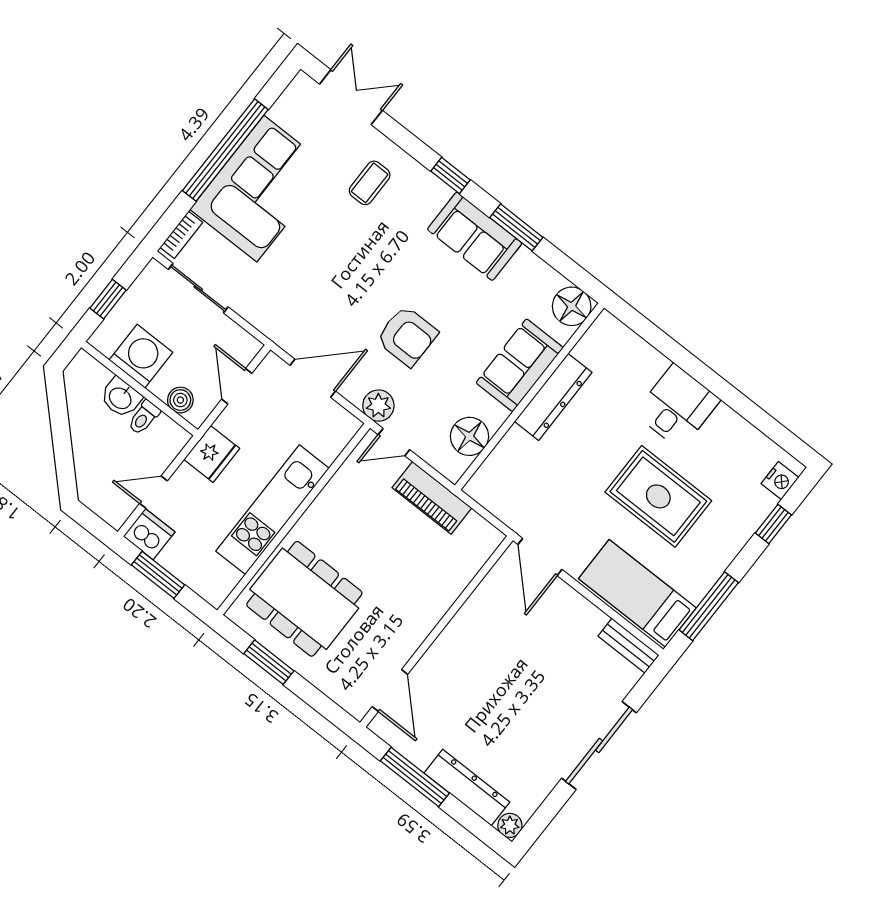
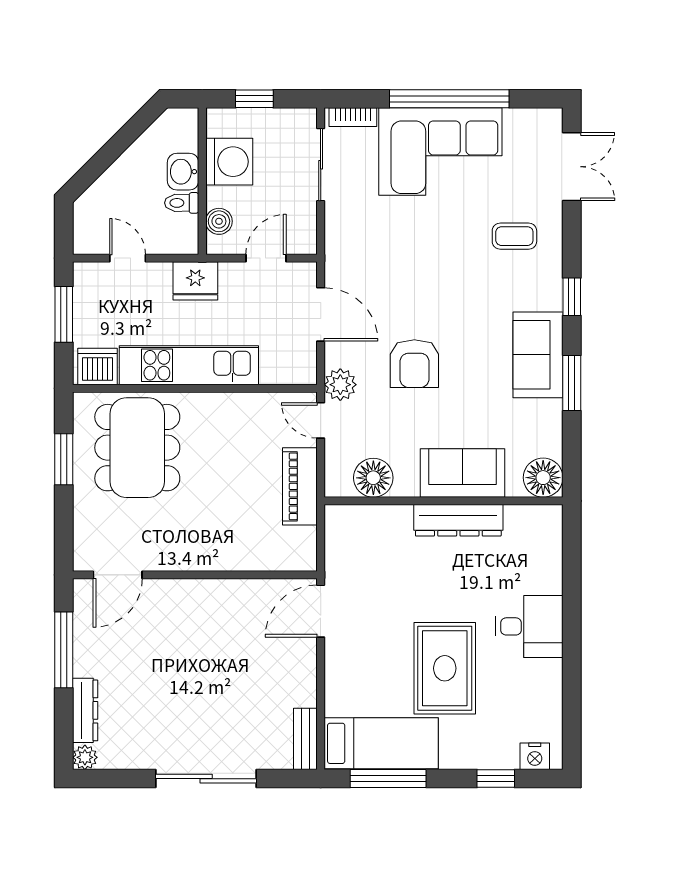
dishwasher: (149, 534) -> (97, 366), moved, turned -90
bed: (637, 593) -> (381, 743), moved, turned 90
dresser: (467, 788) -> (85, 710), width x0.73, depth x0.80

